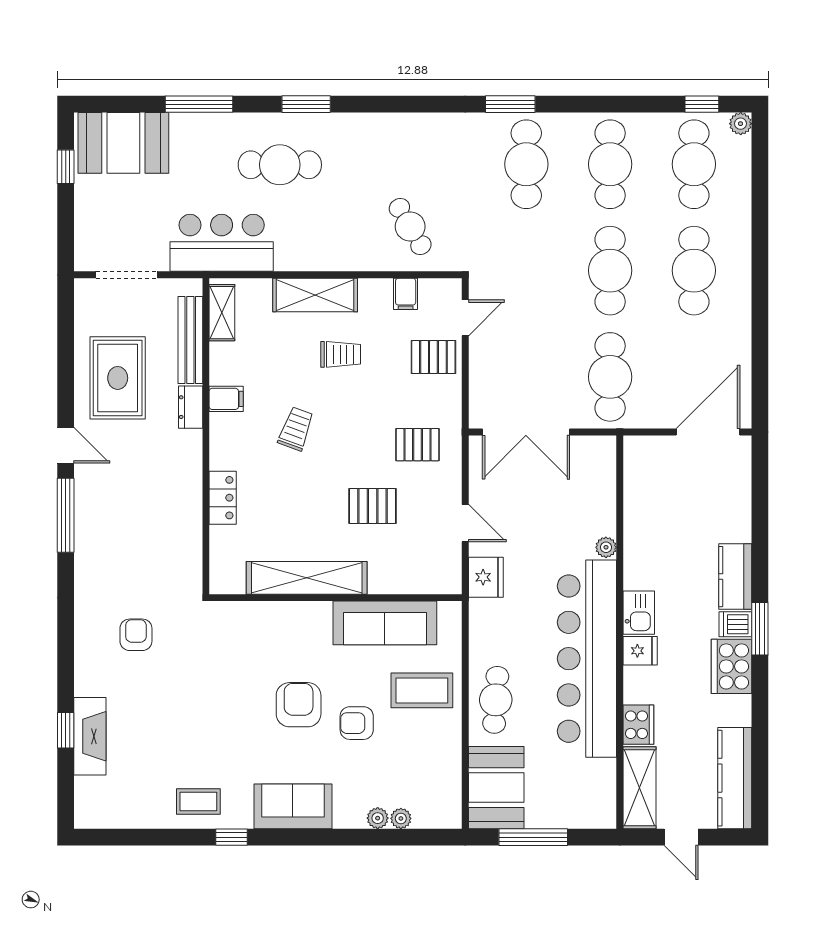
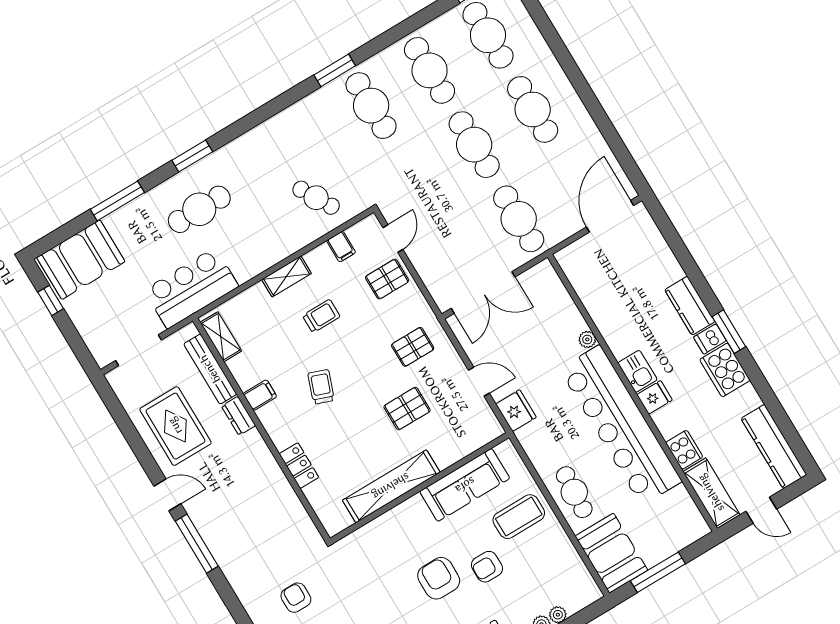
shelving: (315, 295) -> (286, 276), width x0.67, depth x0.75

